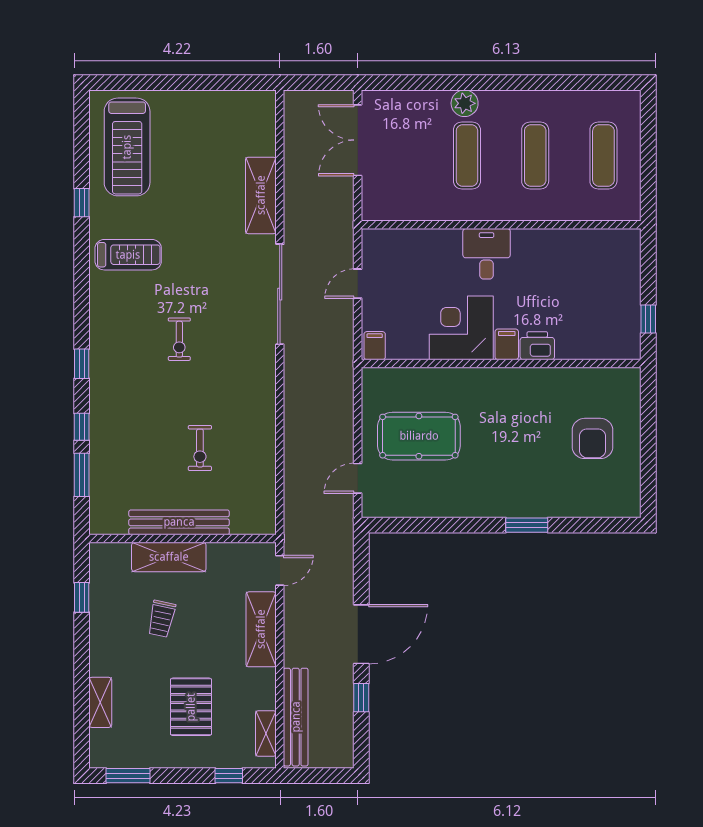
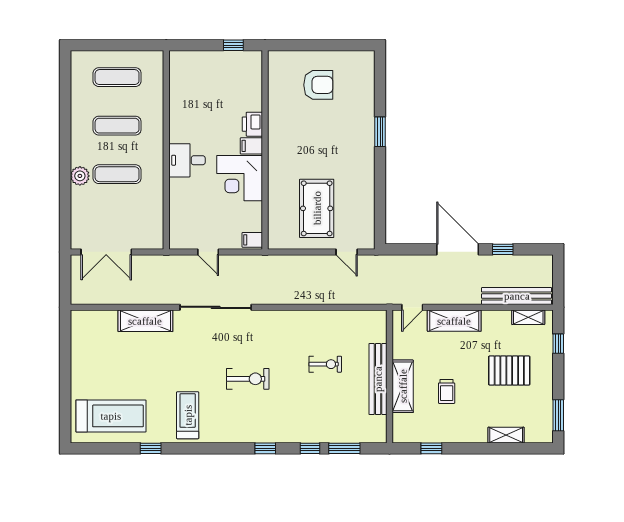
exercise bike: (179, 339) -> (248, 379), width x1.38, depth x1.39
door: (280, 570) -> (412, 307), swing flipped
trolley: (162, 619) -> (447, 391), turned 78

